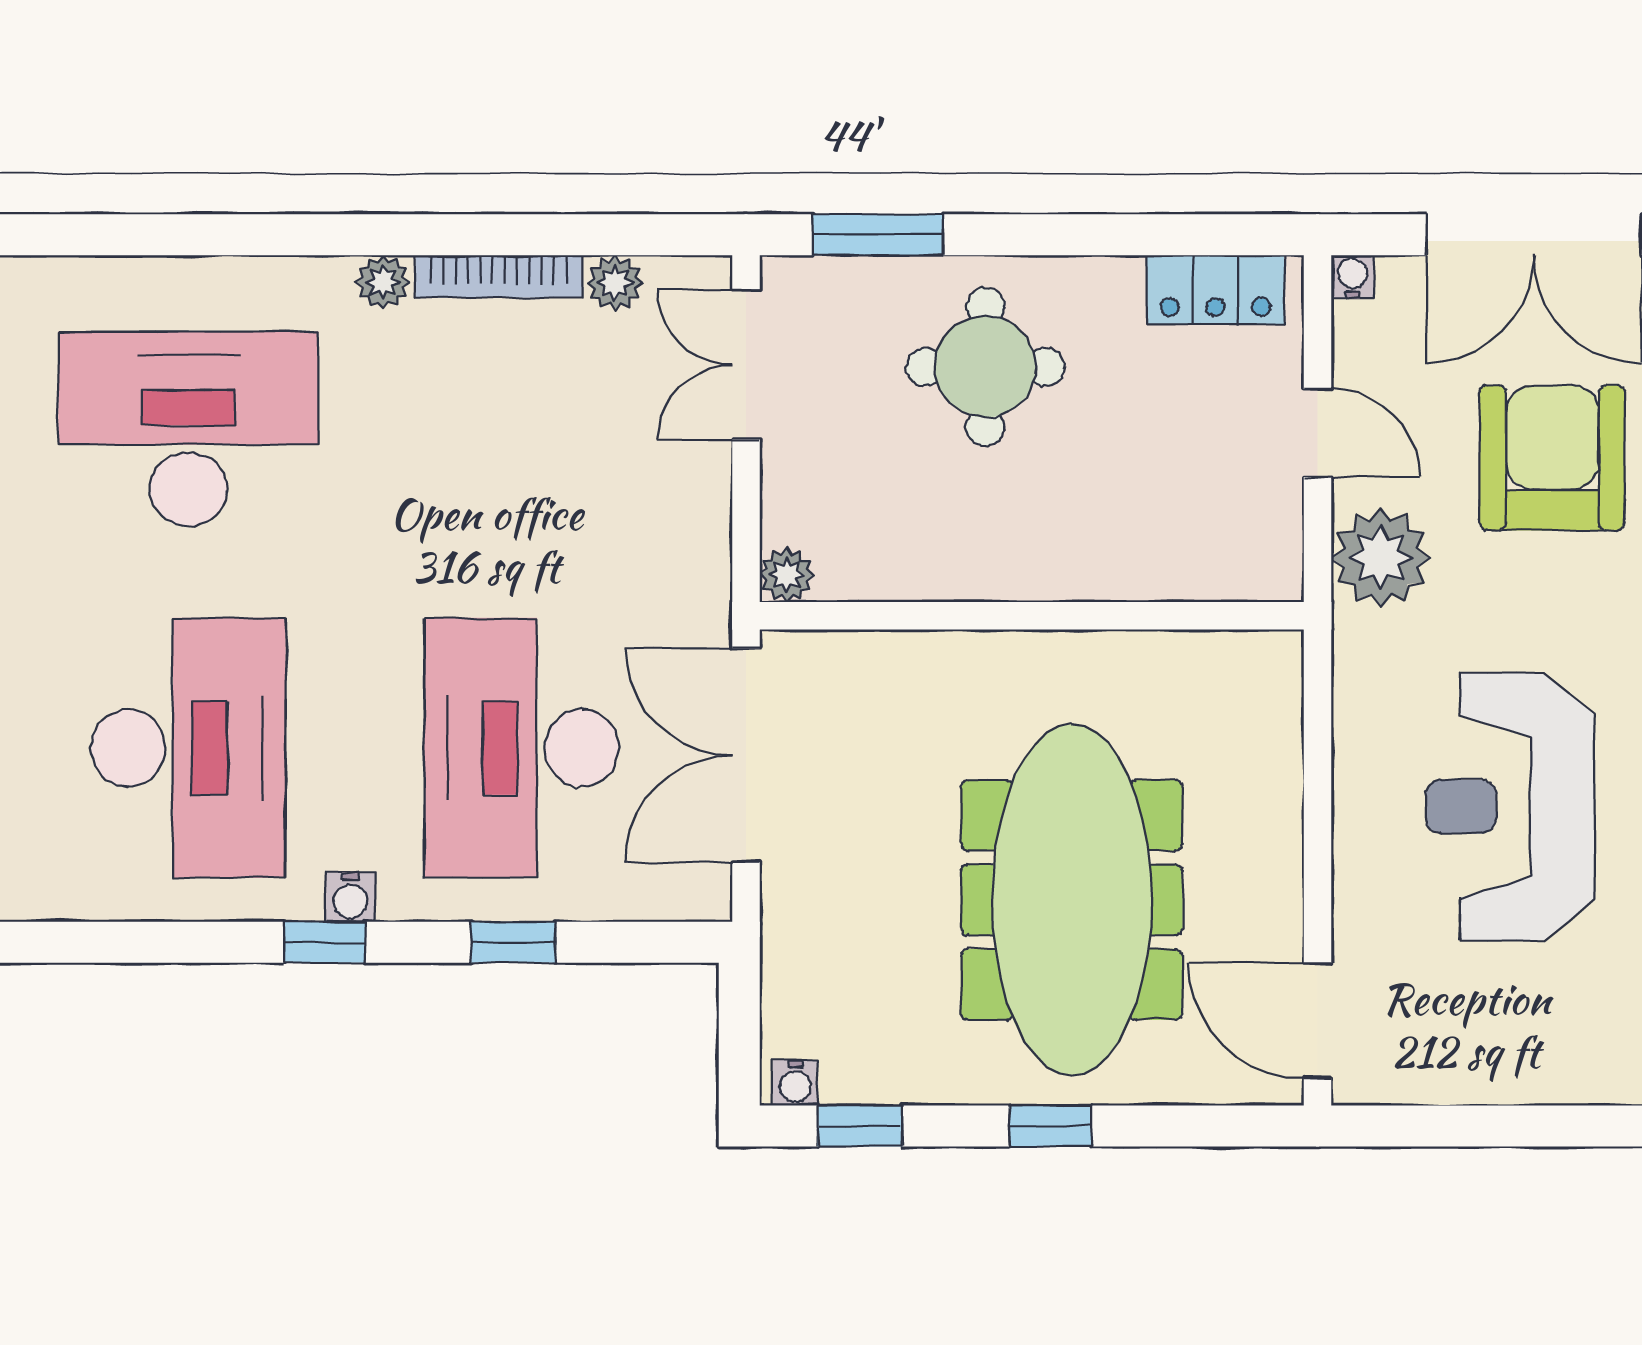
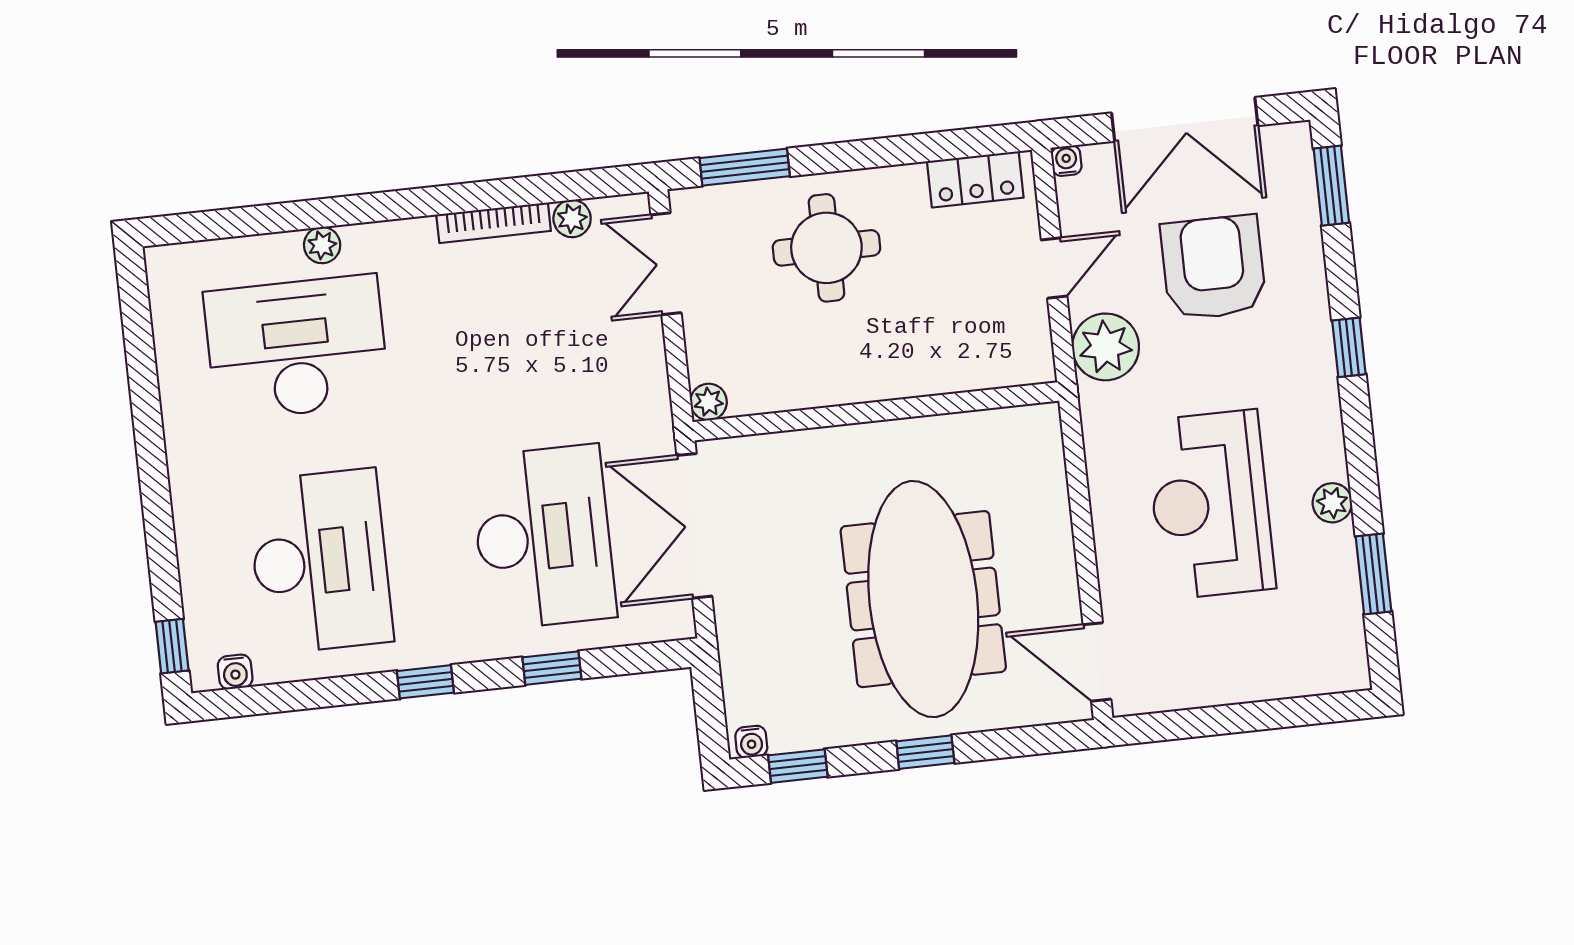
plant: (383, 282) -> (322, 245), moved
door: (1318, 433) -> (1054, 268), hinge flipped
desk: (521, 748) -> (543, 537), turned 180
water cooler: (350, 897) -> (235, 672), moved

